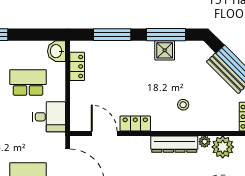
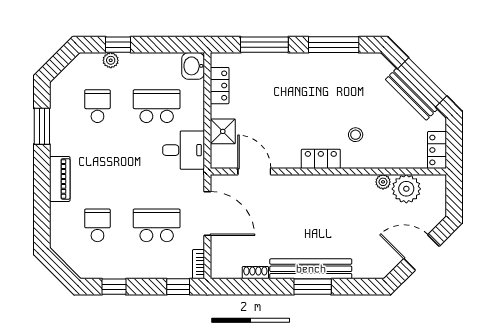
shower: (165, 50) -> (223, 131), moved
locker: (135, 124) -> (321, 159), moved
dresser: (174, 144) -> (344, 185), removed

